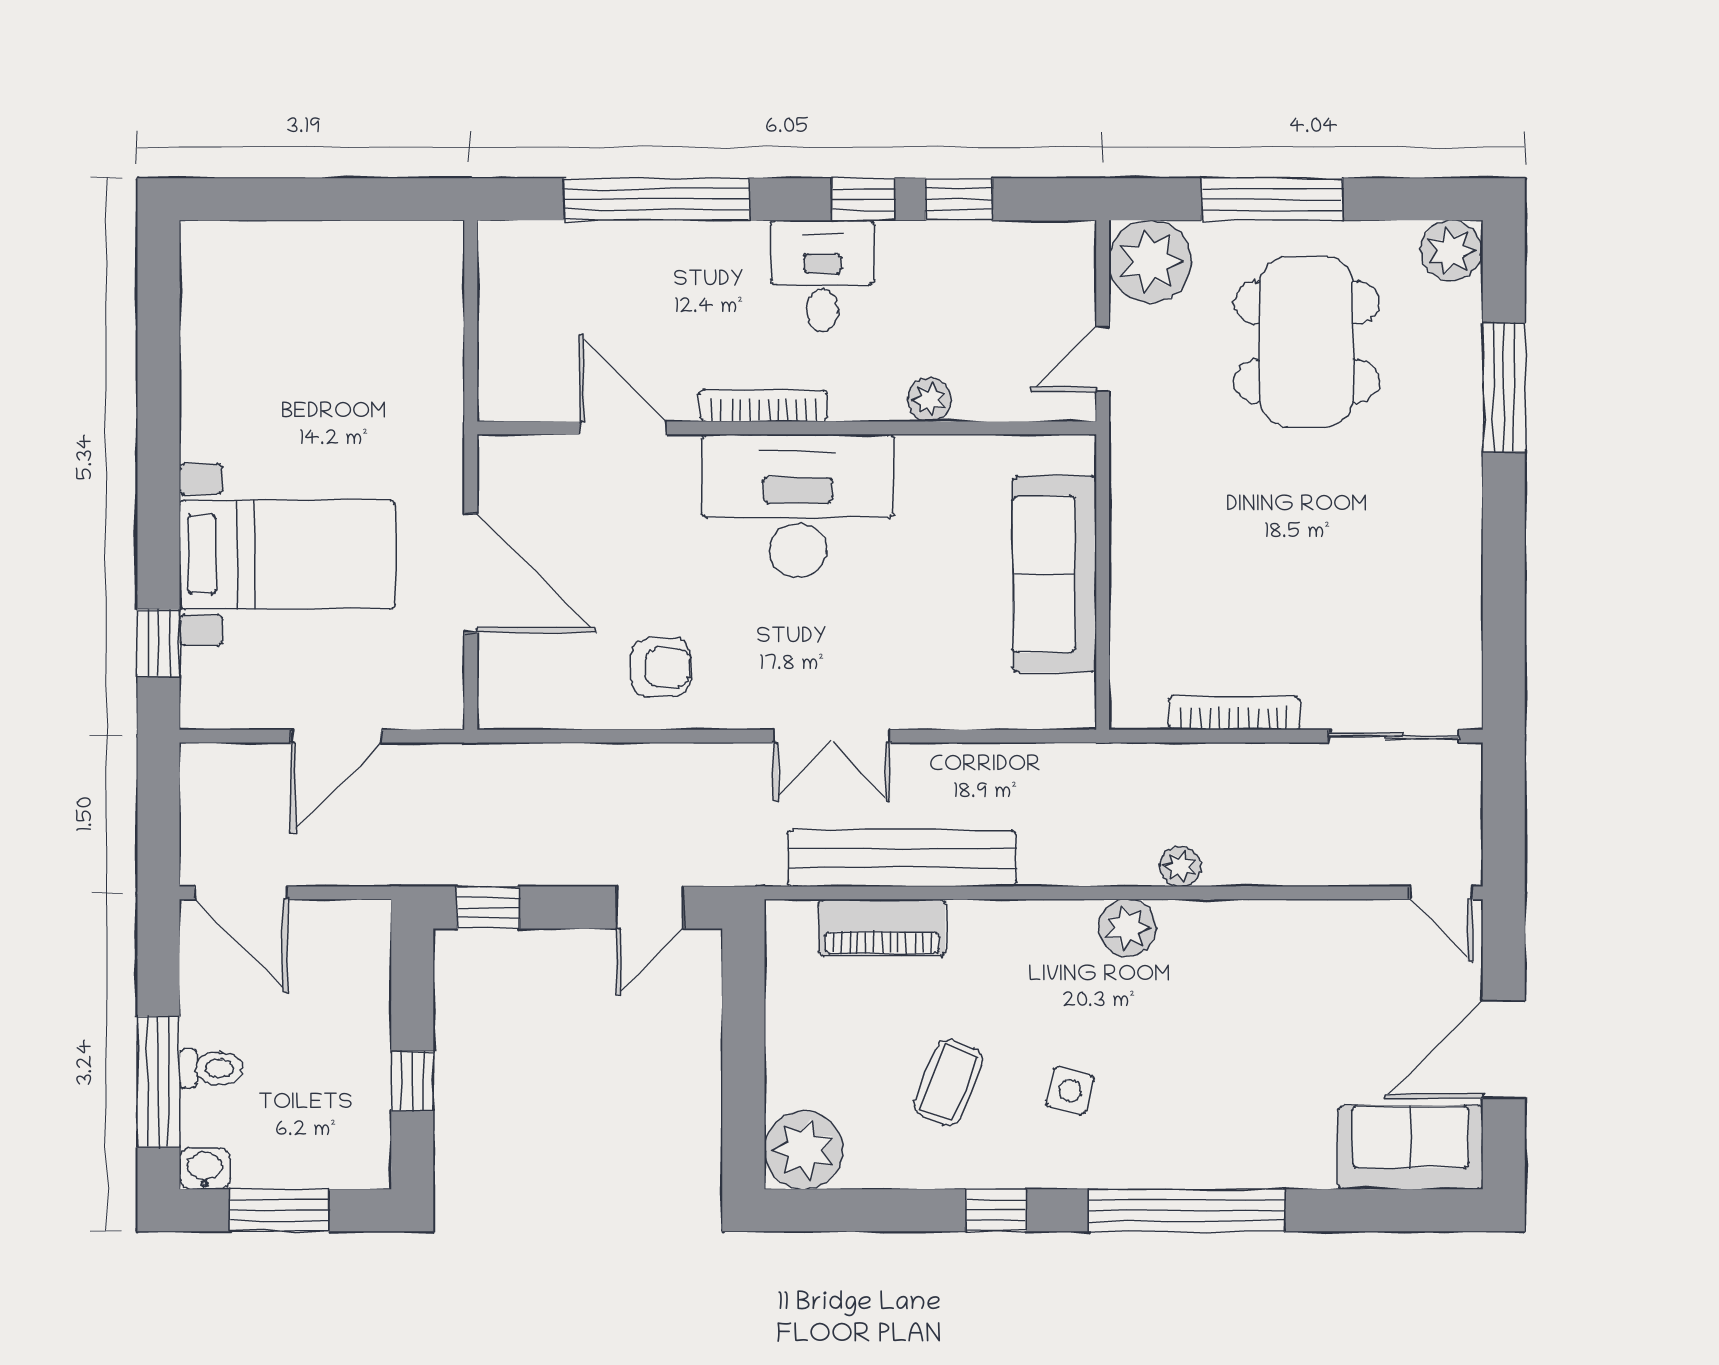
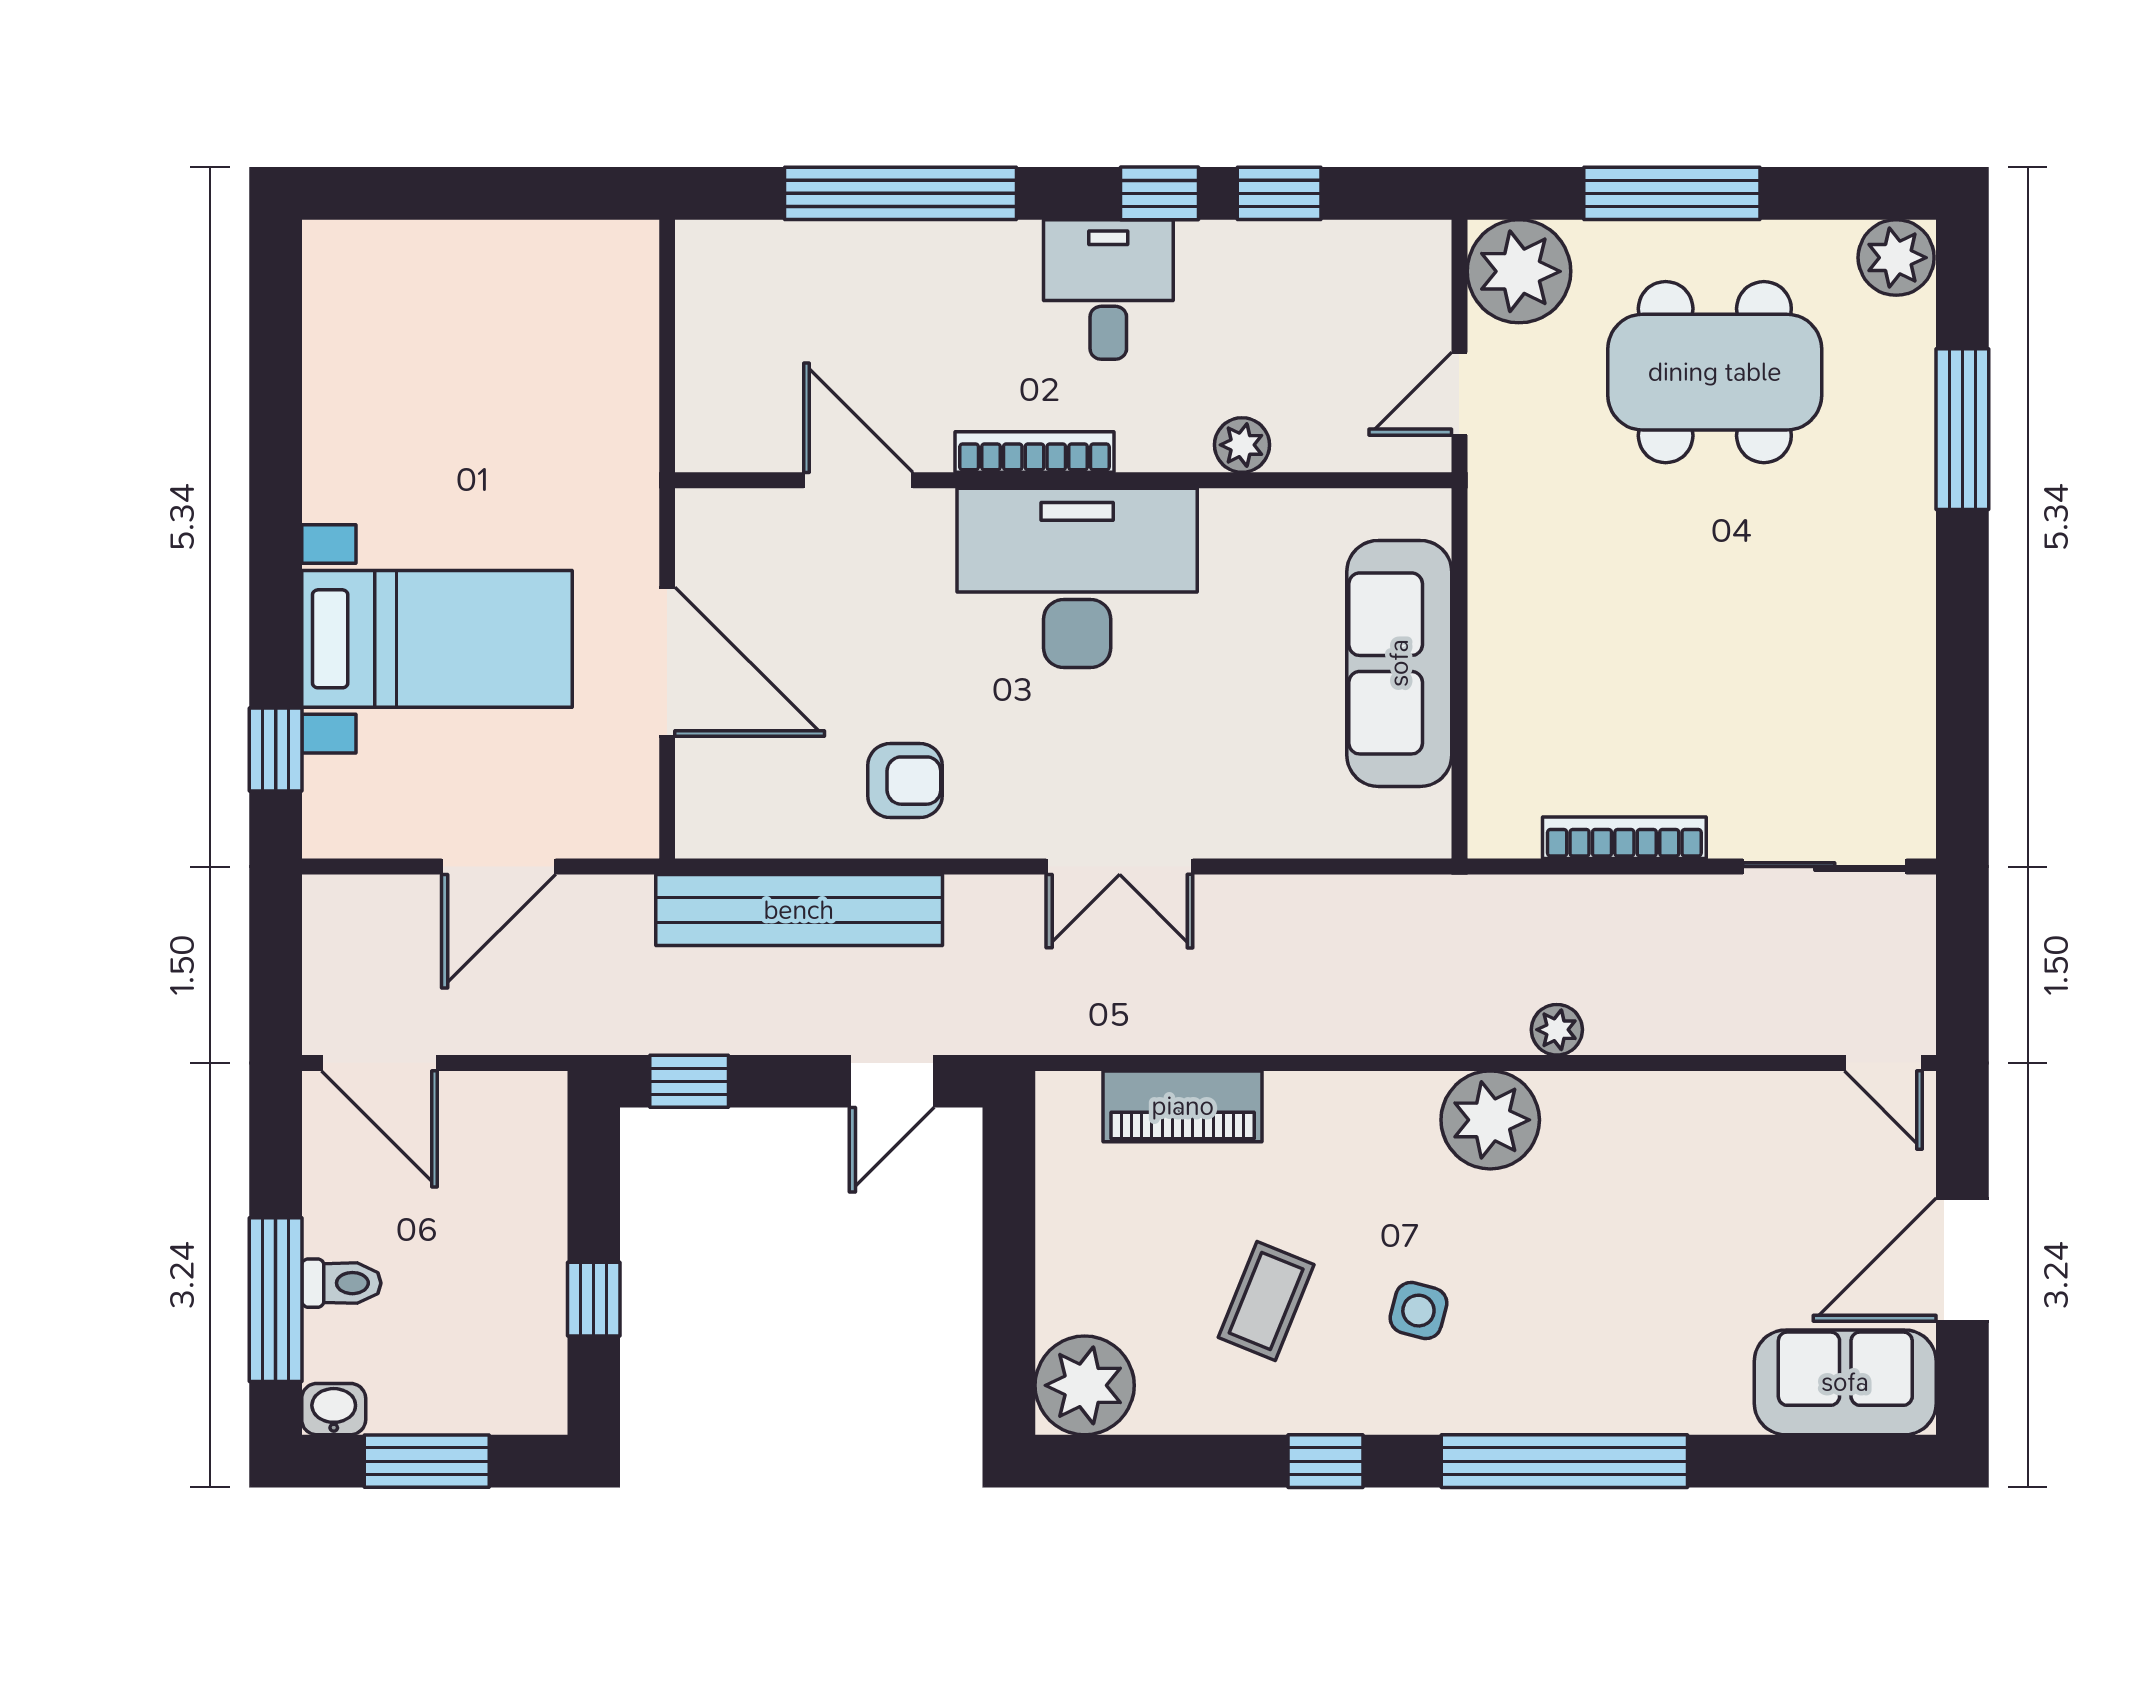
dining table: (1306, 342) -> (1715, 372), turned 90
bench: (902, 858) -> (799, 910), moved
plant: (1127, 928) -> (1490, 1120), width x1.36, depth x1.36

